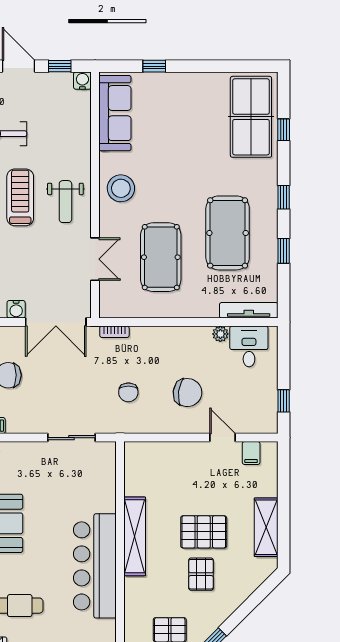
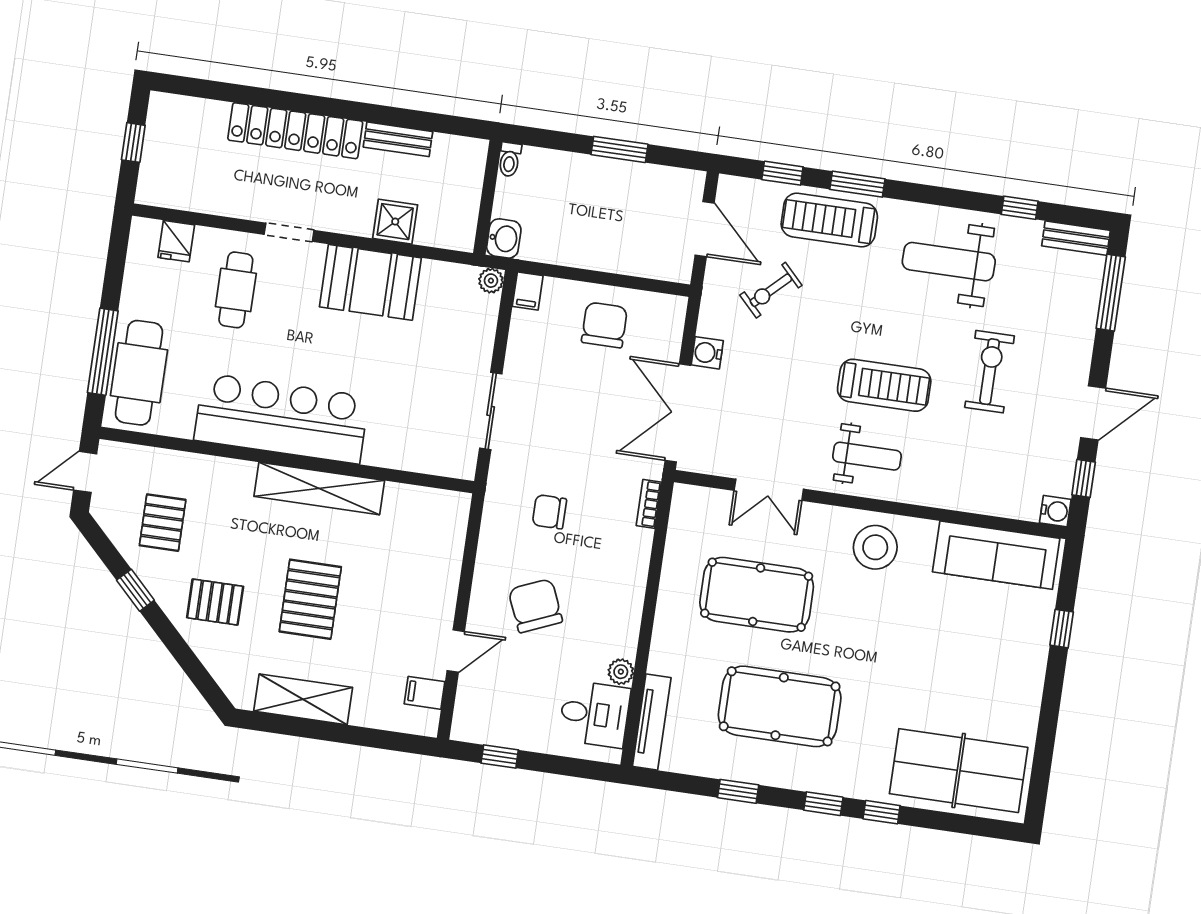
window: (284, 130) -> (882, 812), moved
weight bench: (65, 202) -> (867, 456), turned 180
chair: (187, 393) -> (535, 606), turned 150
pallet: (201, 574) -> (215, 602), moved

